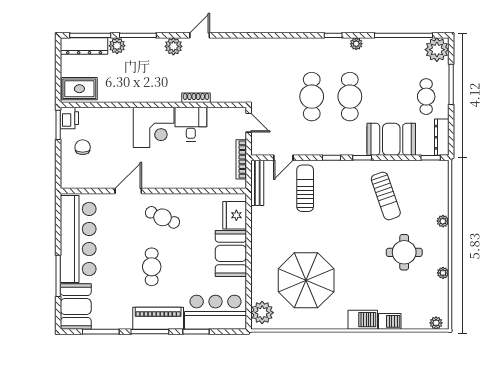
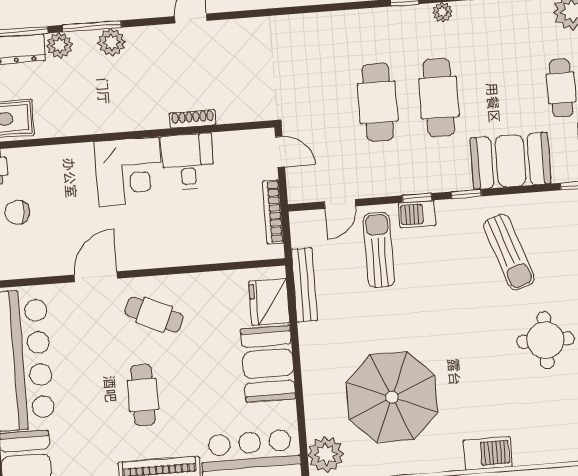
plant: (173, 46) -> (112, 42), moved
chair: (83, 147) -> (17, 212), turned -84
bench: (257, 183) -> (304, 285), moved
barbecue: (390, 321) -> (417, 214), moved, turned 180

